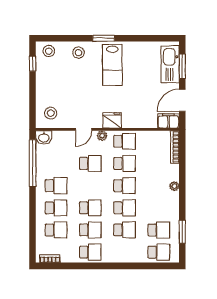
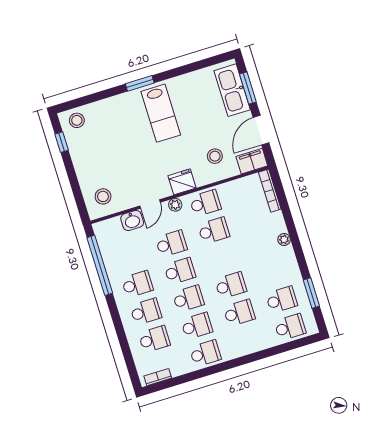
stool: (78, 53) -> (215, 156), moved
washbasin: (44, 137) -> (132, 220), moved
school desk: (125, 186) -> (180, 271), moved

